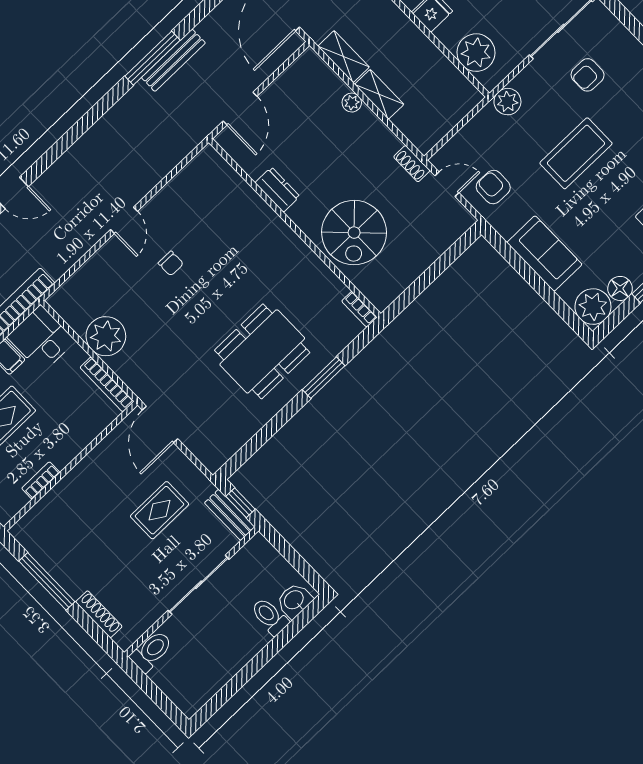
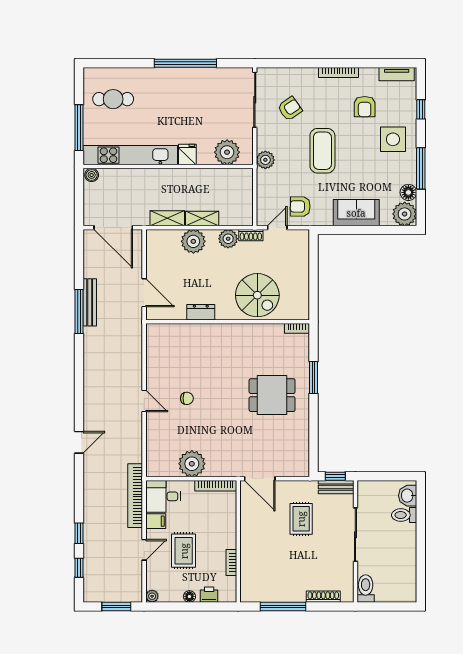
armchair: (588, 75) -> (290, 109), turned -125
plant: (352, 103) -> (193, 241), width x1.88, depth x1.88
plant: (384, 143) -> (228, 239), added
dining table: (262, 351) -> (272, 395), width x0.73

